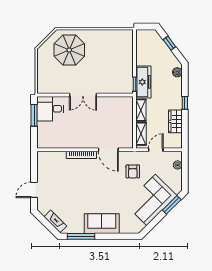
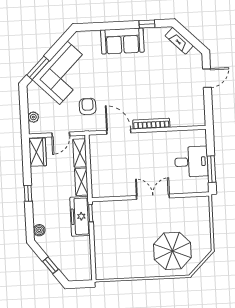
desk: (50, 109) -> (191, 162), moved
wardrobe: (175, 121) -> (38, 152), moved
window: (81, 236) -> (147, 24), width x0.46

